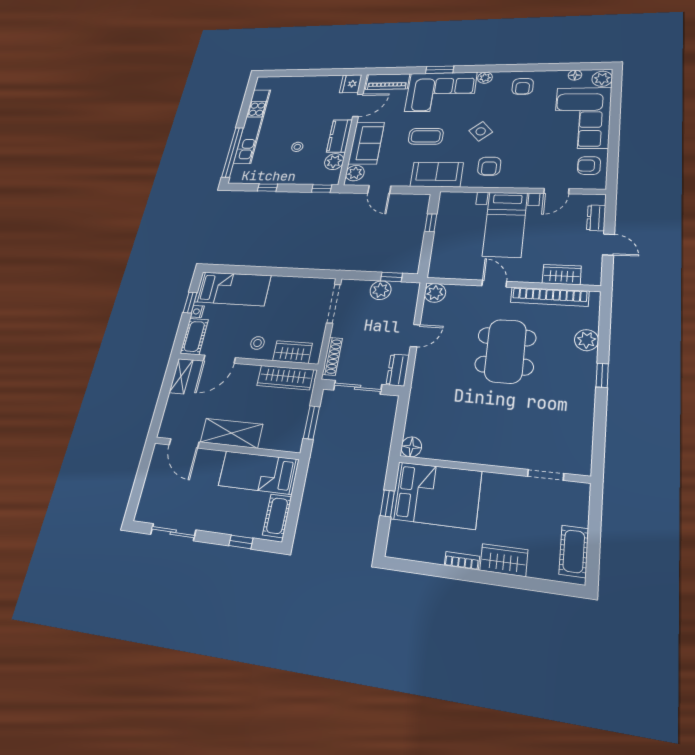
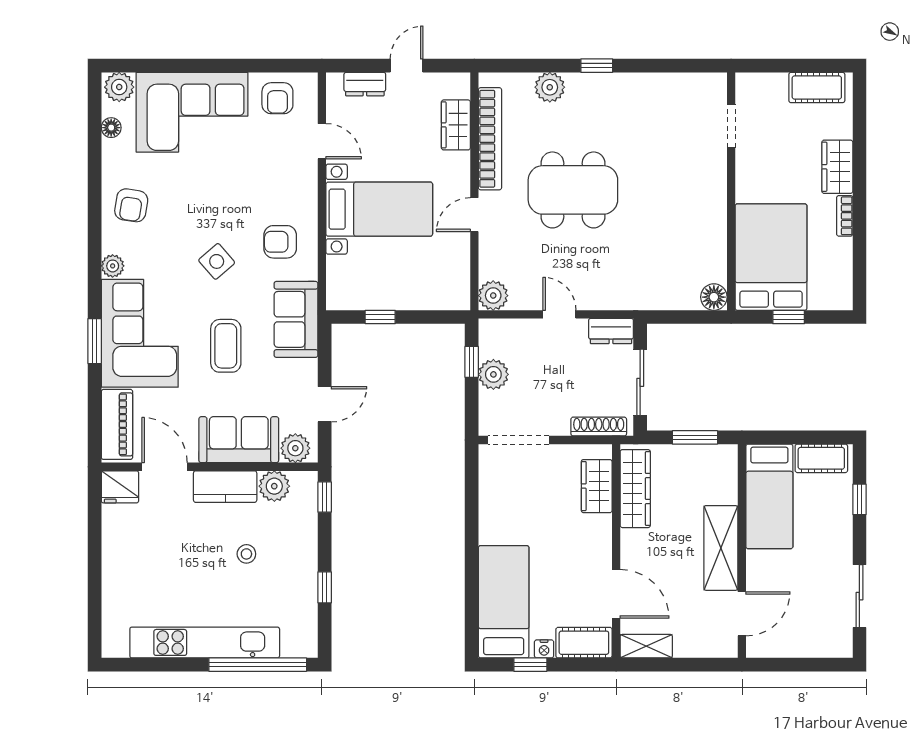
armchair: (523, 86) -> (131, 205), turned 99
armchair: (489, 166) -> (280, 242), turned 180
stool: (257, 343) -> (587, 542), removed

